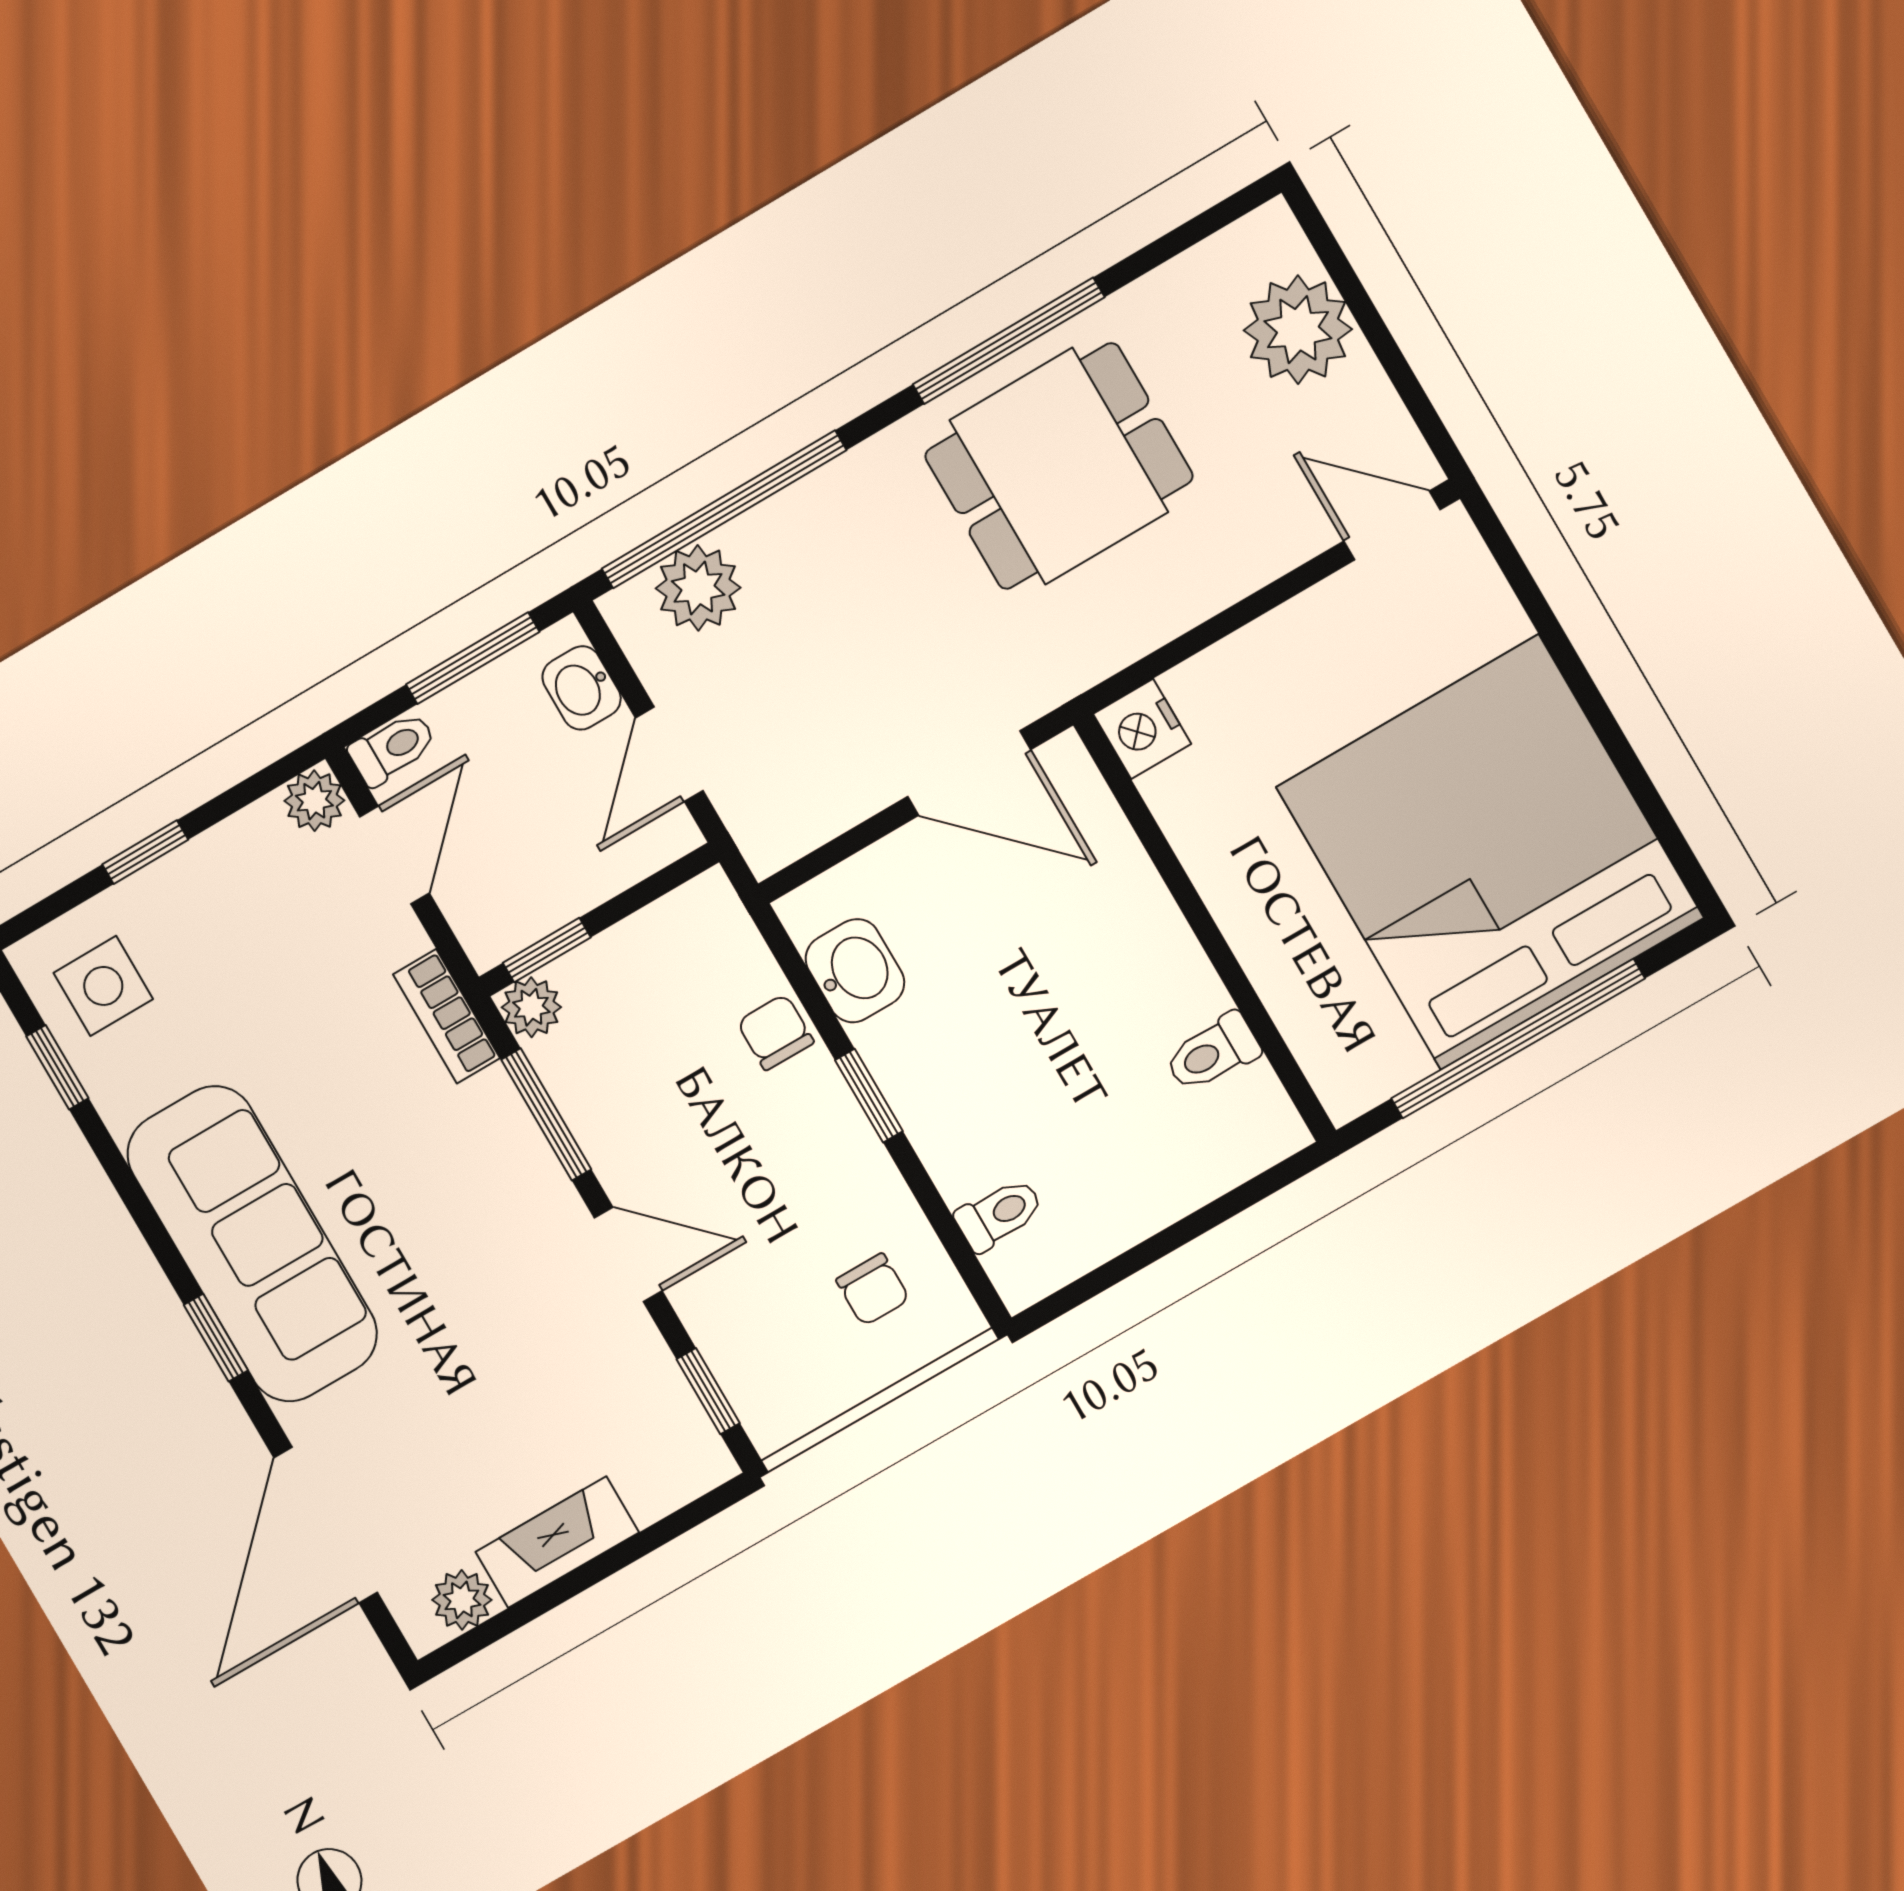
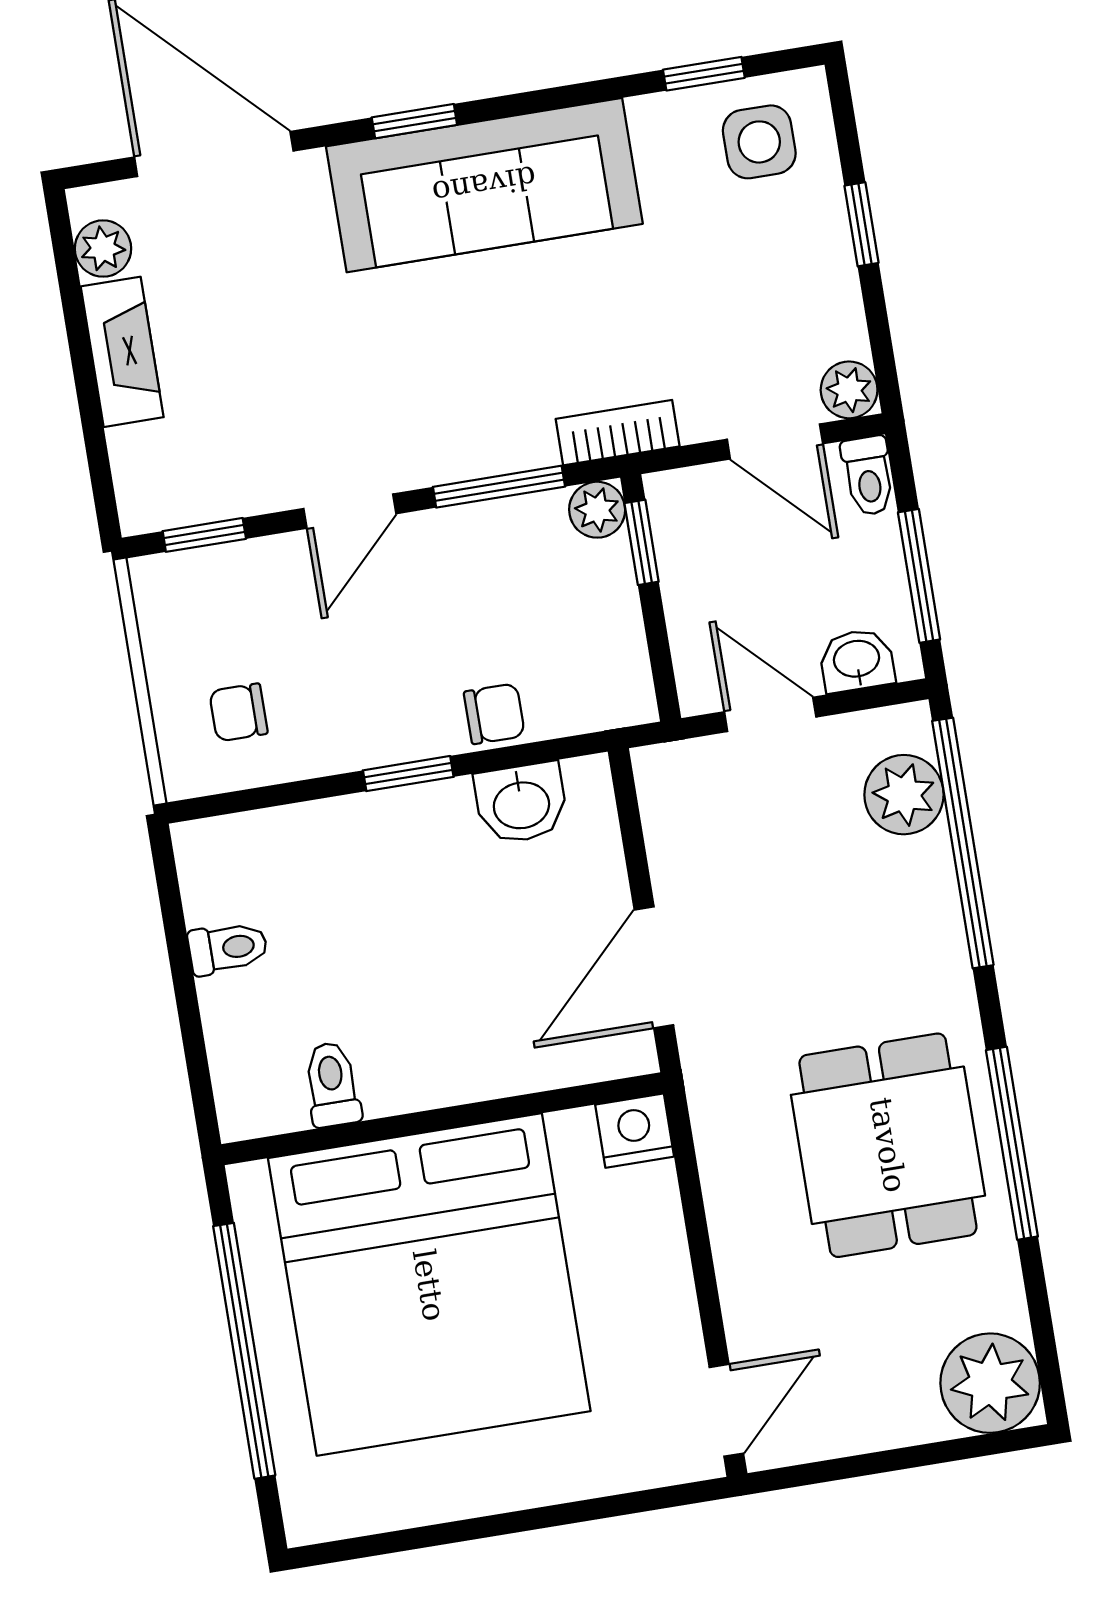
plant: (1298, 330) -> (990, 1383), moved
bed: (1490, 852) -> (429, 1285), moved, turned 90
toilet: (999, 1214) -> (228, 948), moved, turned -90

